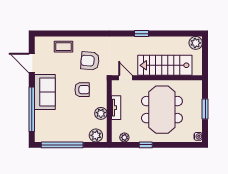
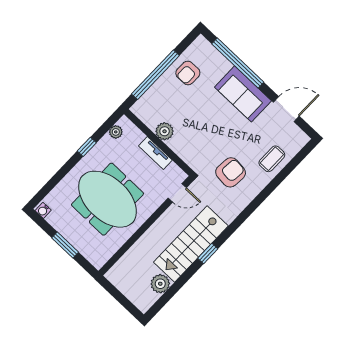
plant: (196, 43) -> (160, 284), moved
stairs: (165, 65) -> (191, 244), moved, turned 180
armchair: (82, 90) -> (188, 73), moved
plant: (96, 135) -> (146, 104), removed
window: (62, 145) -> (155, 75), moved

